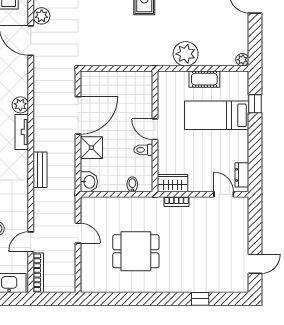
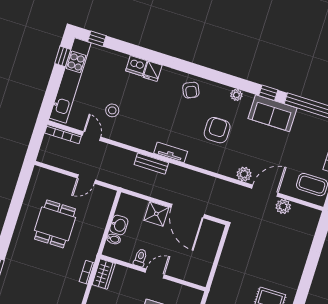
plant: (20, 105) -> (244, 174), moved
tv unit: (22, 132) -> (171, 152), moved
washbasin: (89, 182) -> (119, 225), moved, turned -90

